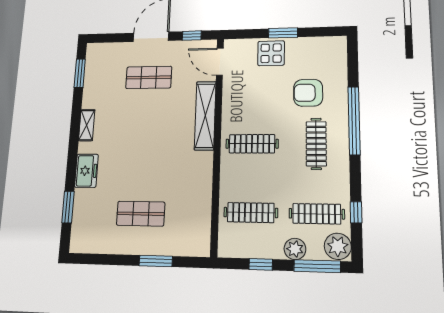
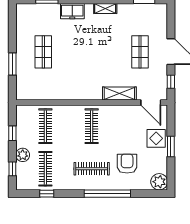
door: (220, 62) -> (151, 103), swing flipped
shelving: (205, 116) -> (119, 94), width x0.68
plant: (338, 246) -> (159, 182), moved
window: (317, 266) -> (12, 169), width x0.46

